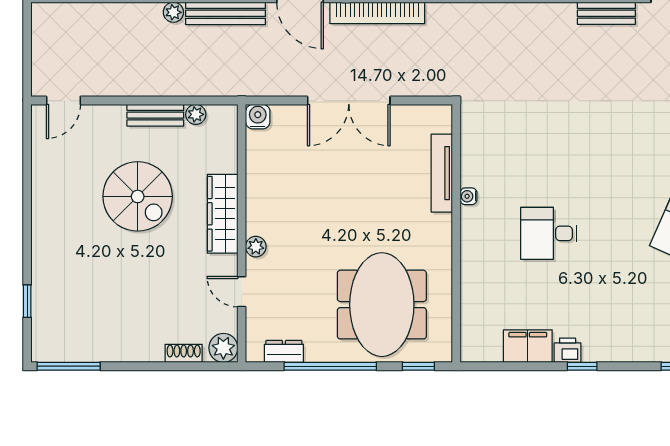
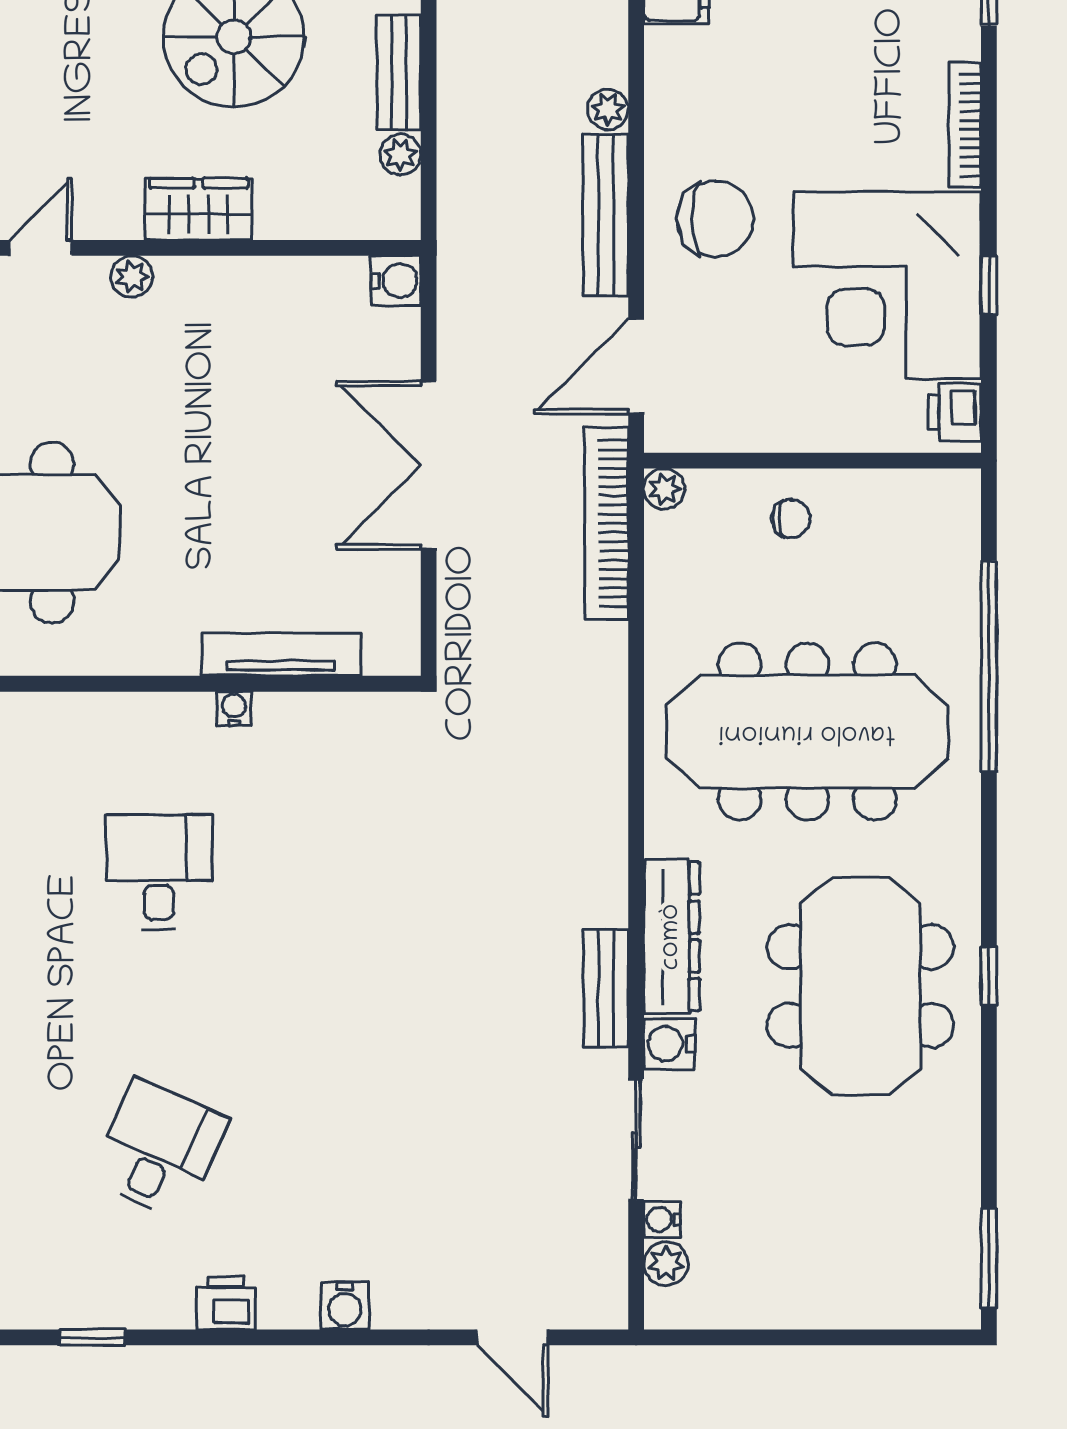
wardrobe: (223, 214) -> (199, 209), width x0.67

